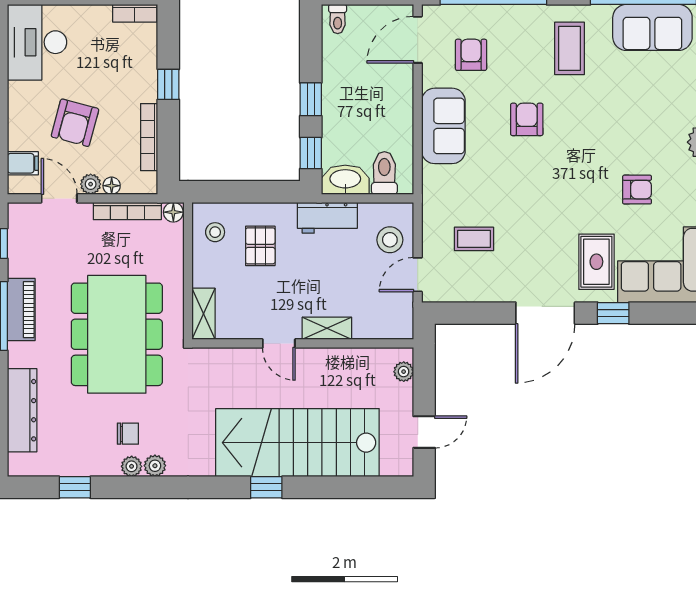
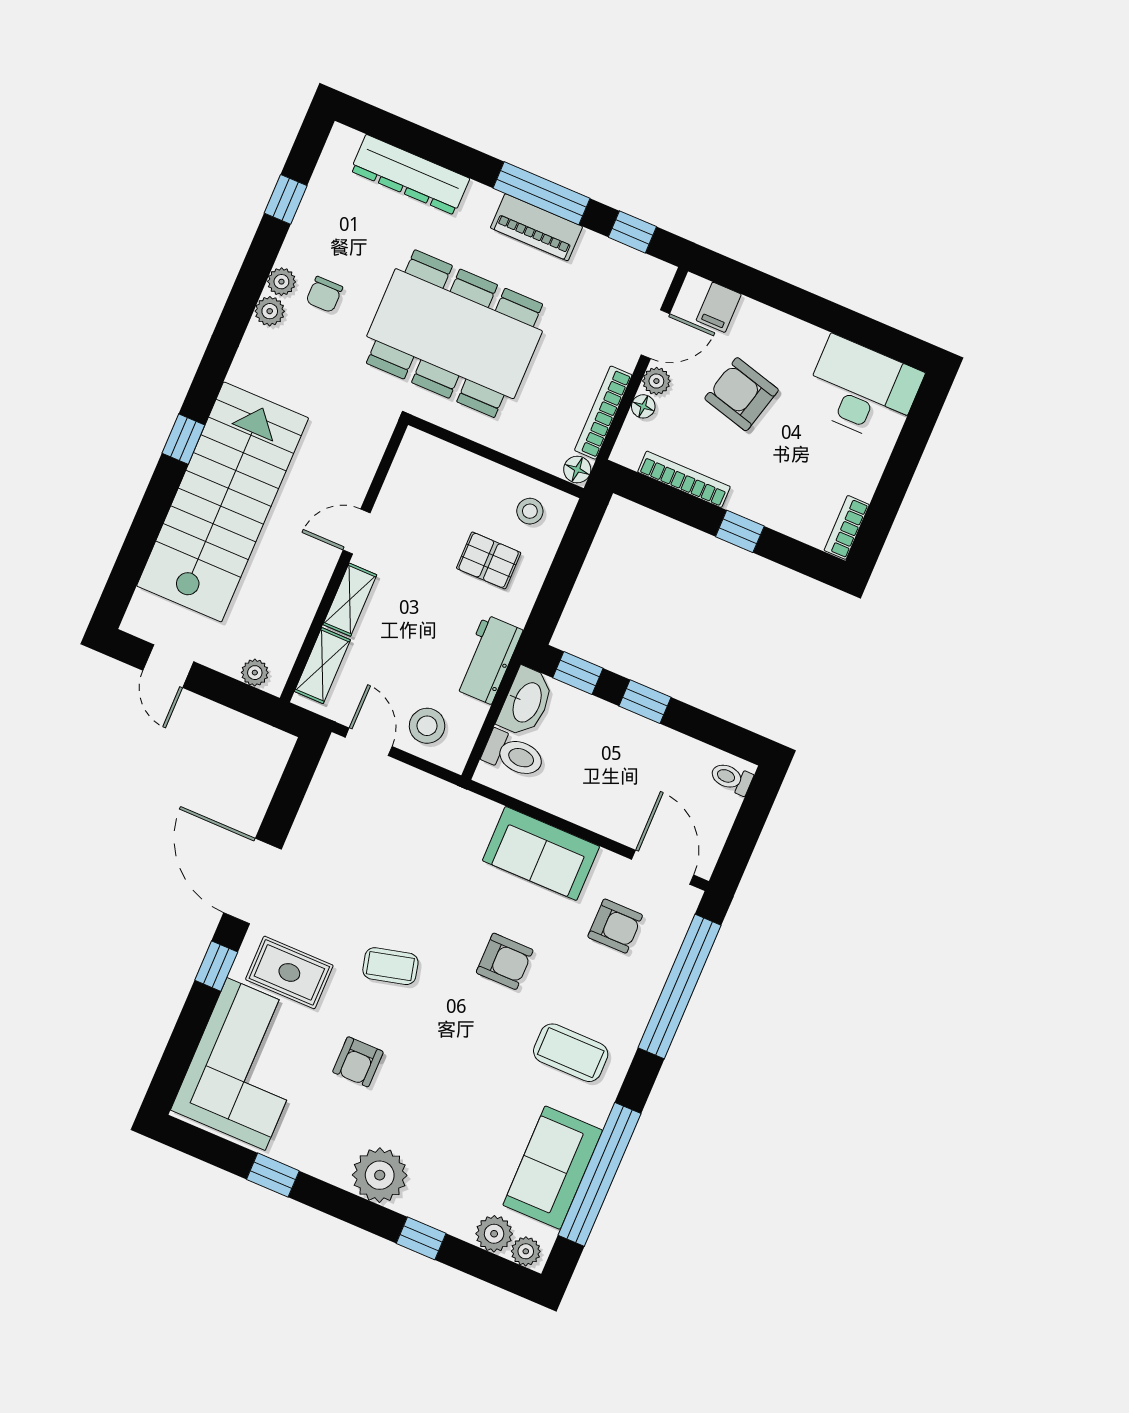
coffee table: (474, 239) -> (390, 966), moved, turned 76
shelving: (204, 314) -> (322, 666), moved, turned 90

